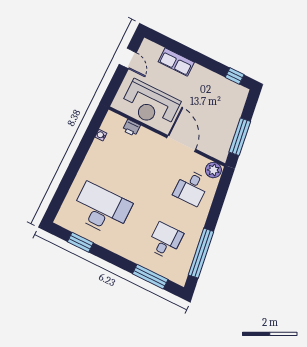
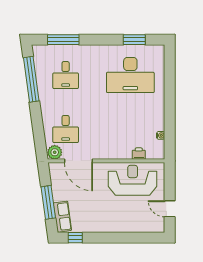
row of seats: (176, 62) -> (62, 217), moved, turned 82
window: (240, 137) -> (48, 202), moved
door: (181, 144) -> (78, 161), moved
desk: (191, 188) -> (66, 129), turned 180

